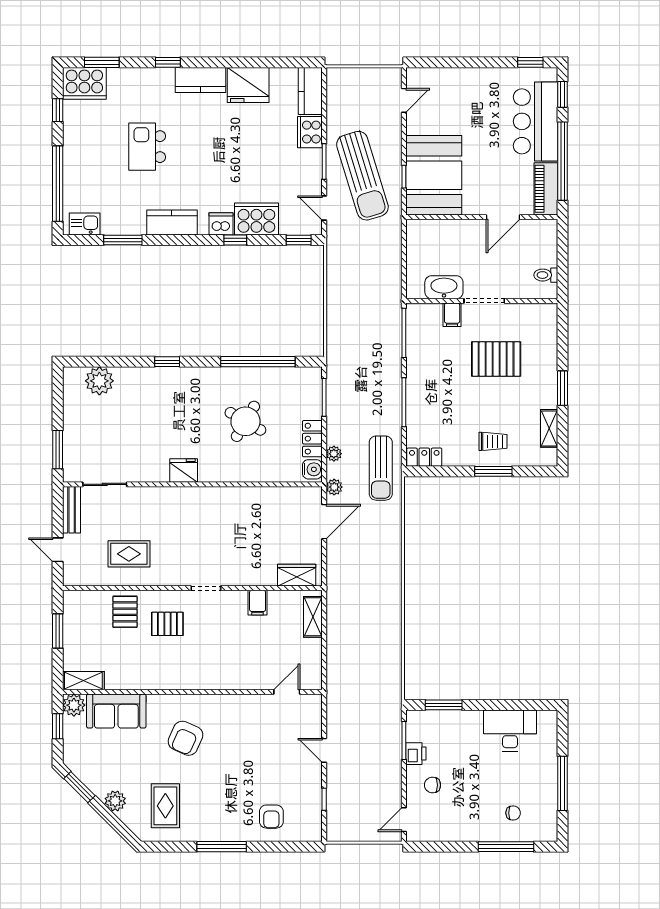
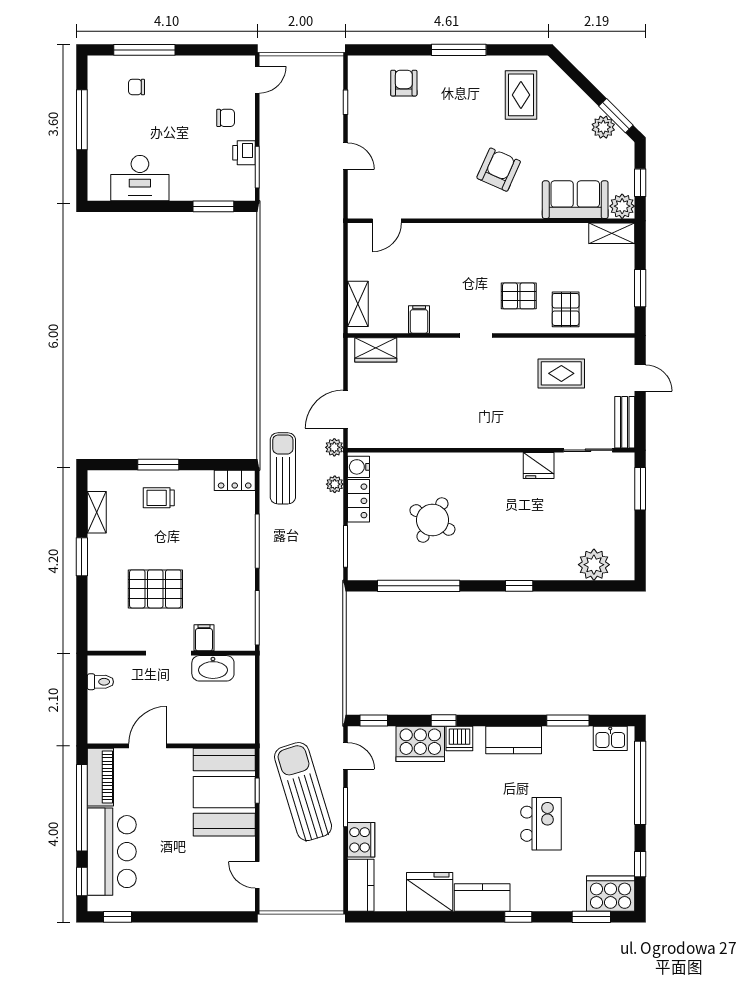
door: (404, 100) -> (257, 875), hinge flipped
fridge: (184, 471) -> (539, 466), moved
plant: (115, 801) -> (603, 127), moved

